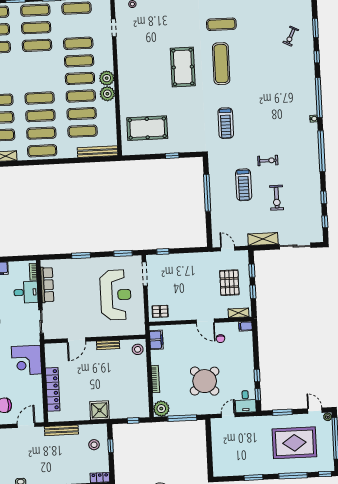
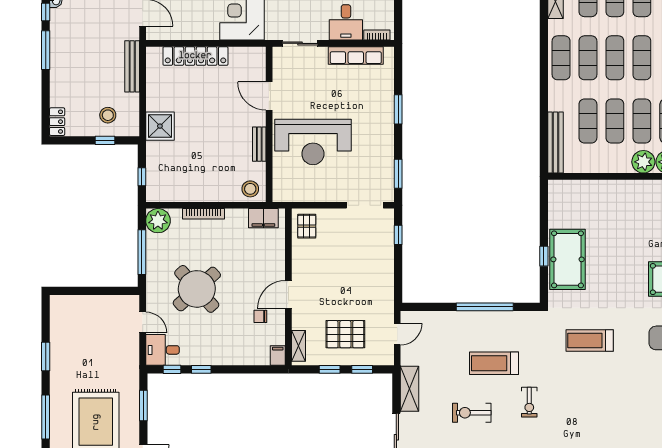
pool table: (147, 128) -> (567, 259), moved
reception desk: (116, 295) -> (313, 142), moved

